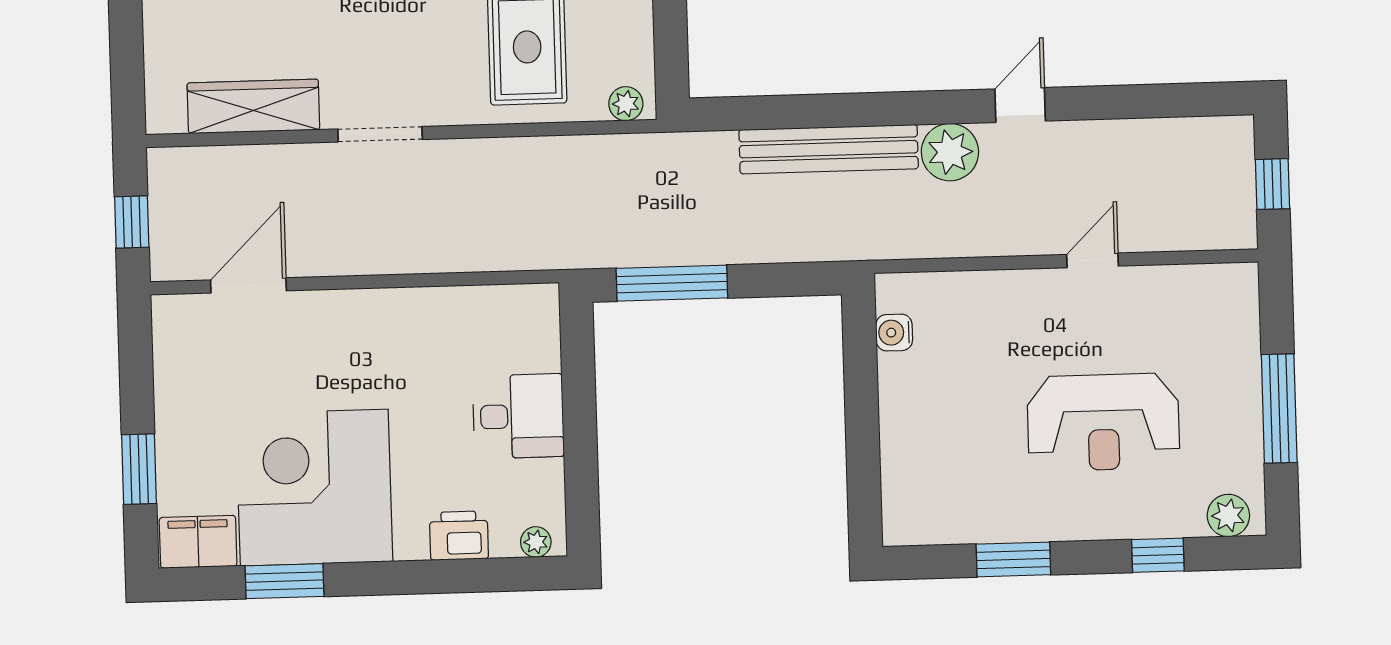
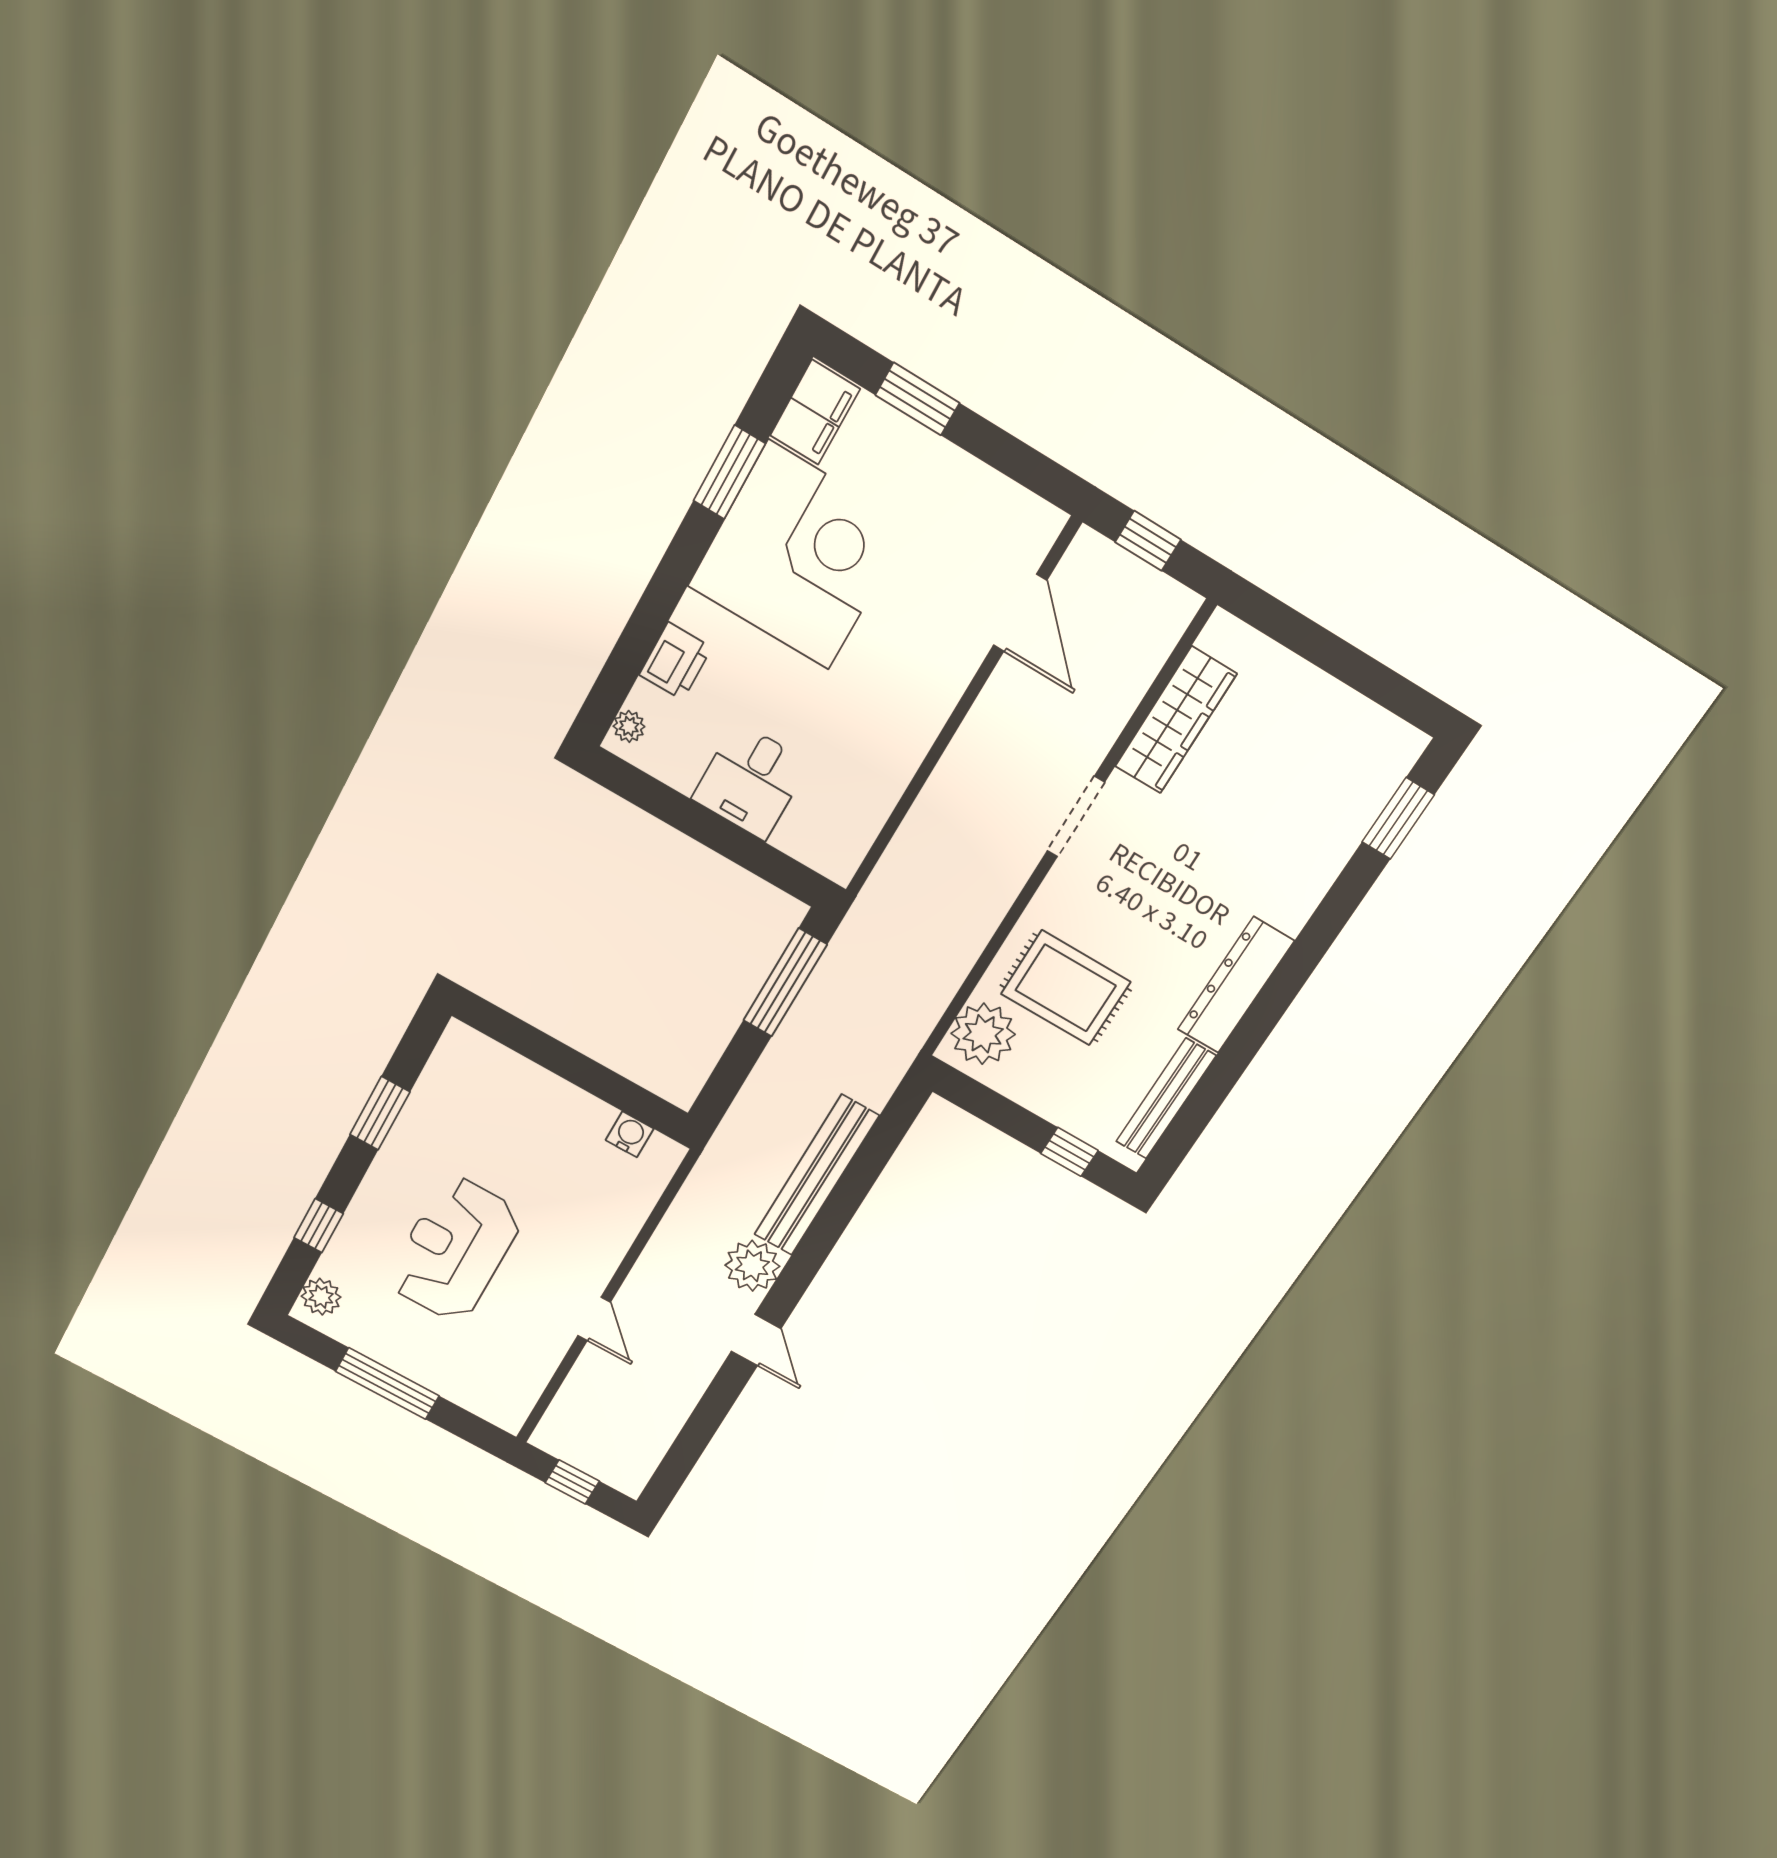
plant: (626, 104) -> (983, 1034), width x1.88, depth x1.88

